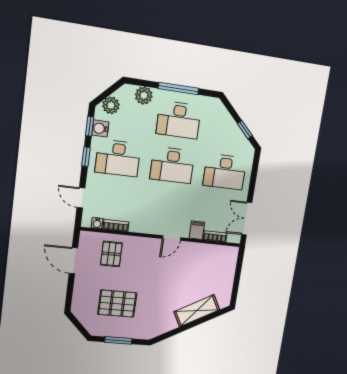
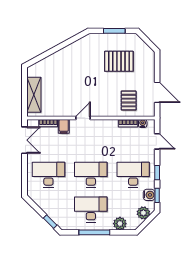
window: (245, 130) -> (50, 222), moved
shelving: (197, 311) -> (34, 95), moved, turned -61

